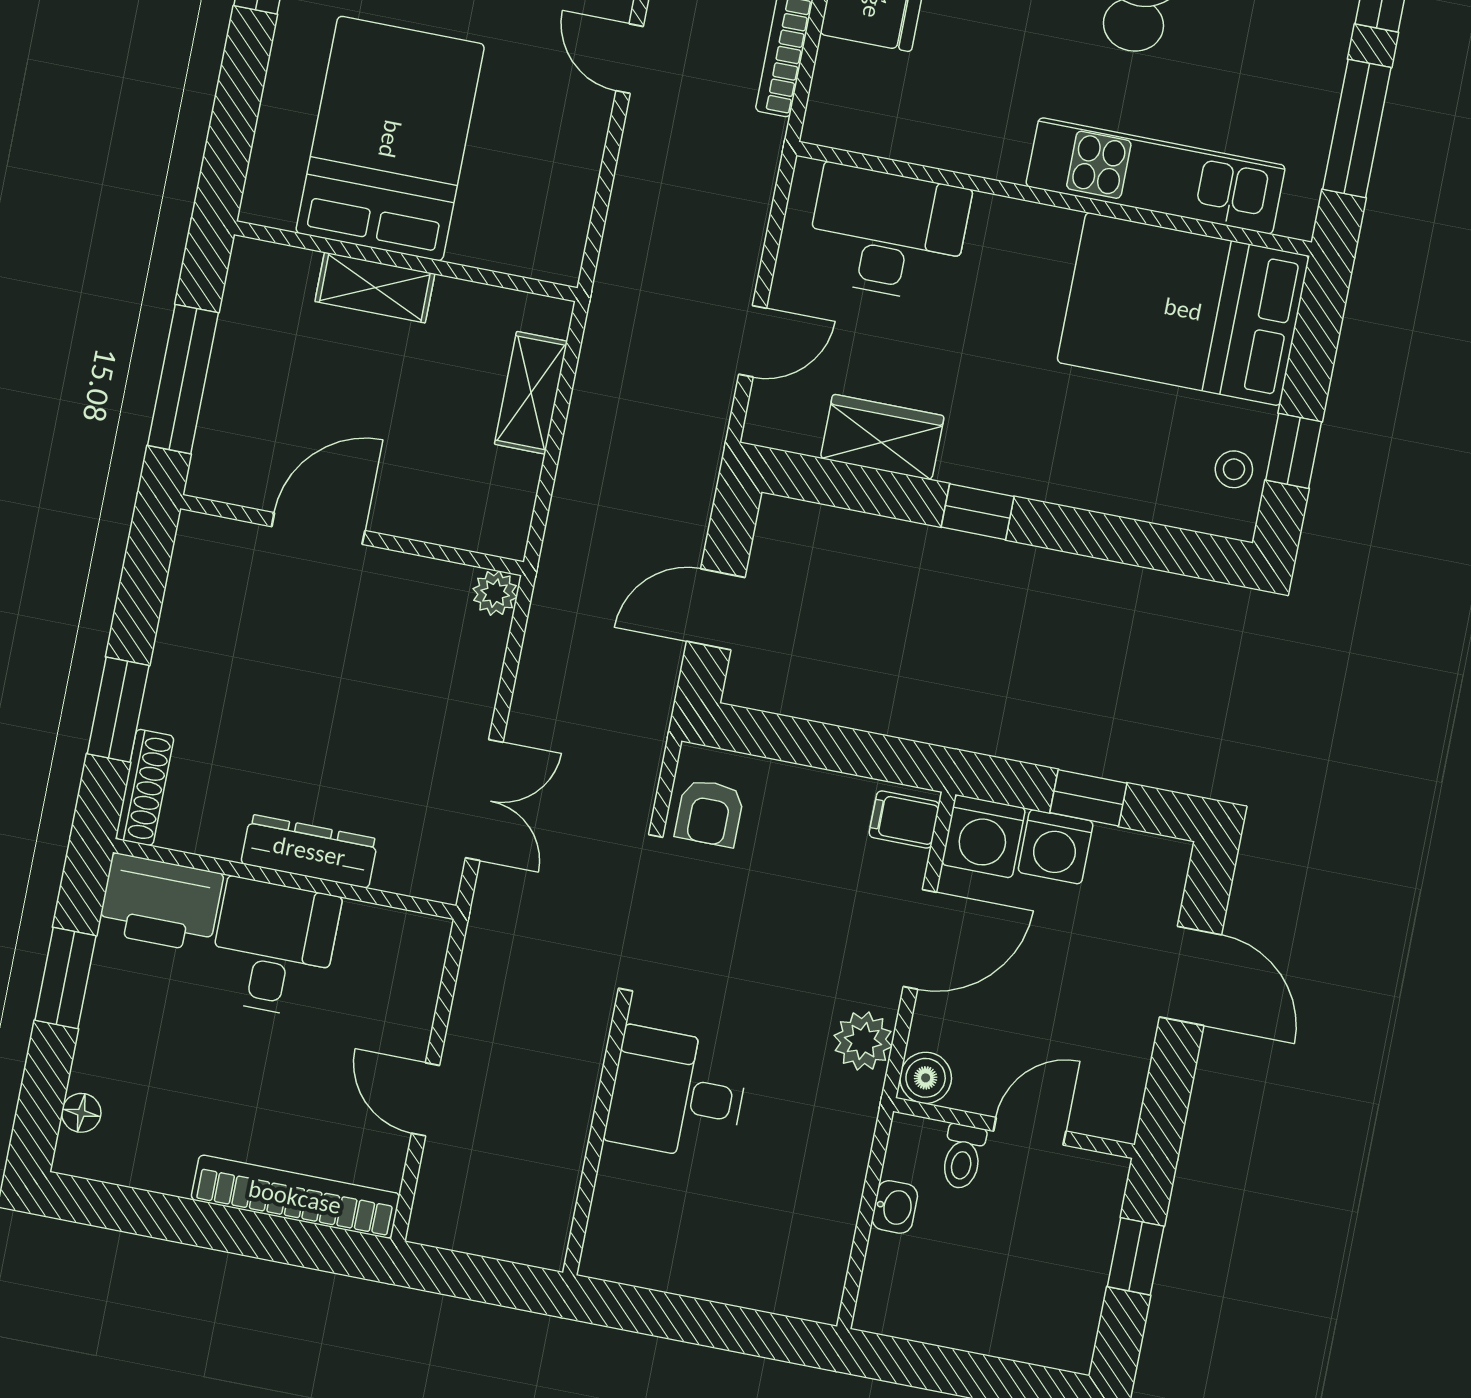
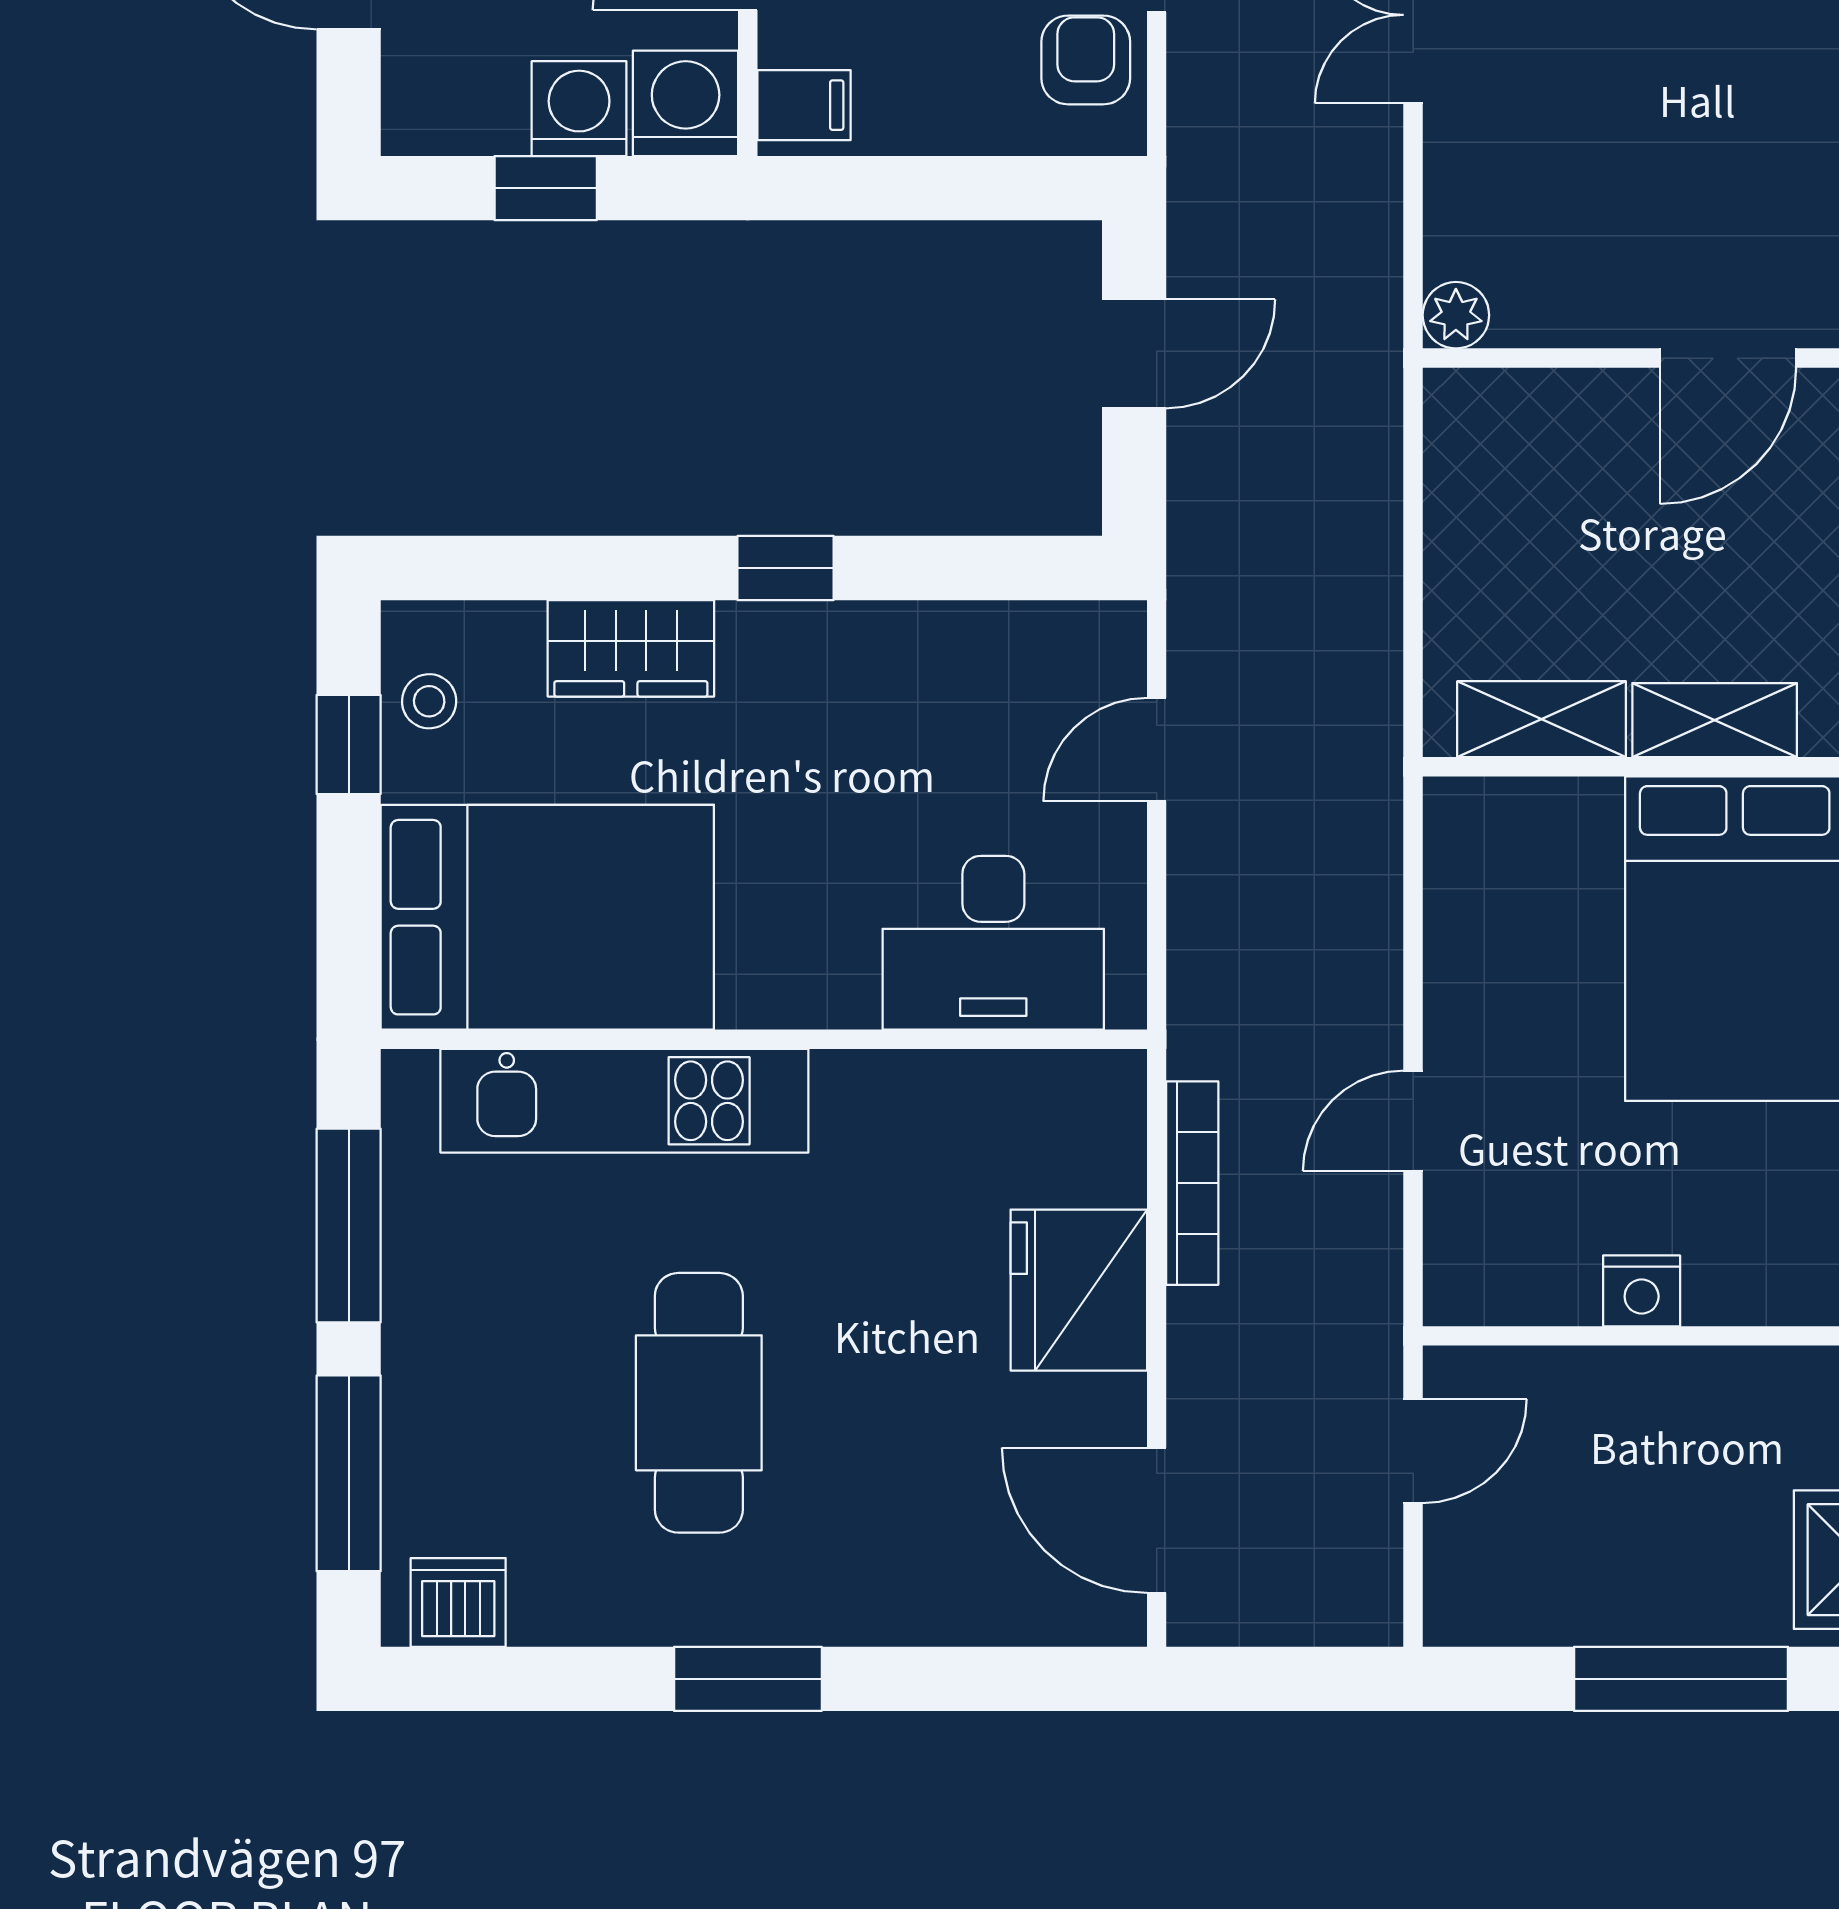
door: (630, 59) -> (1413, 1121), swing flipped
shelving: (531, 393) -> (1542, 719), moved, turned 90
wardrobe: (882, 437) -> (631, 648), moved

